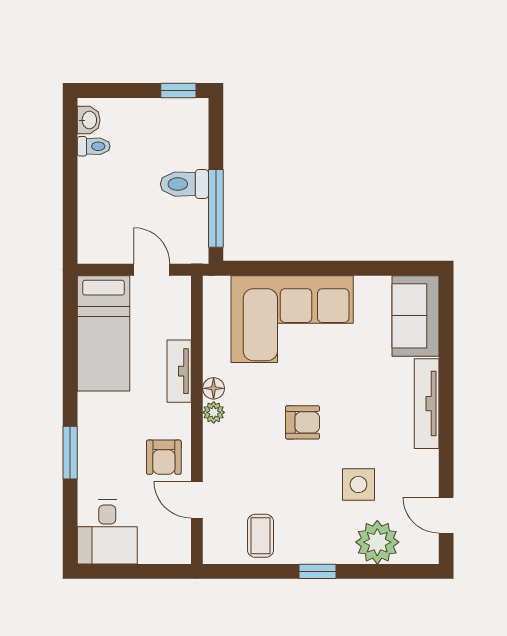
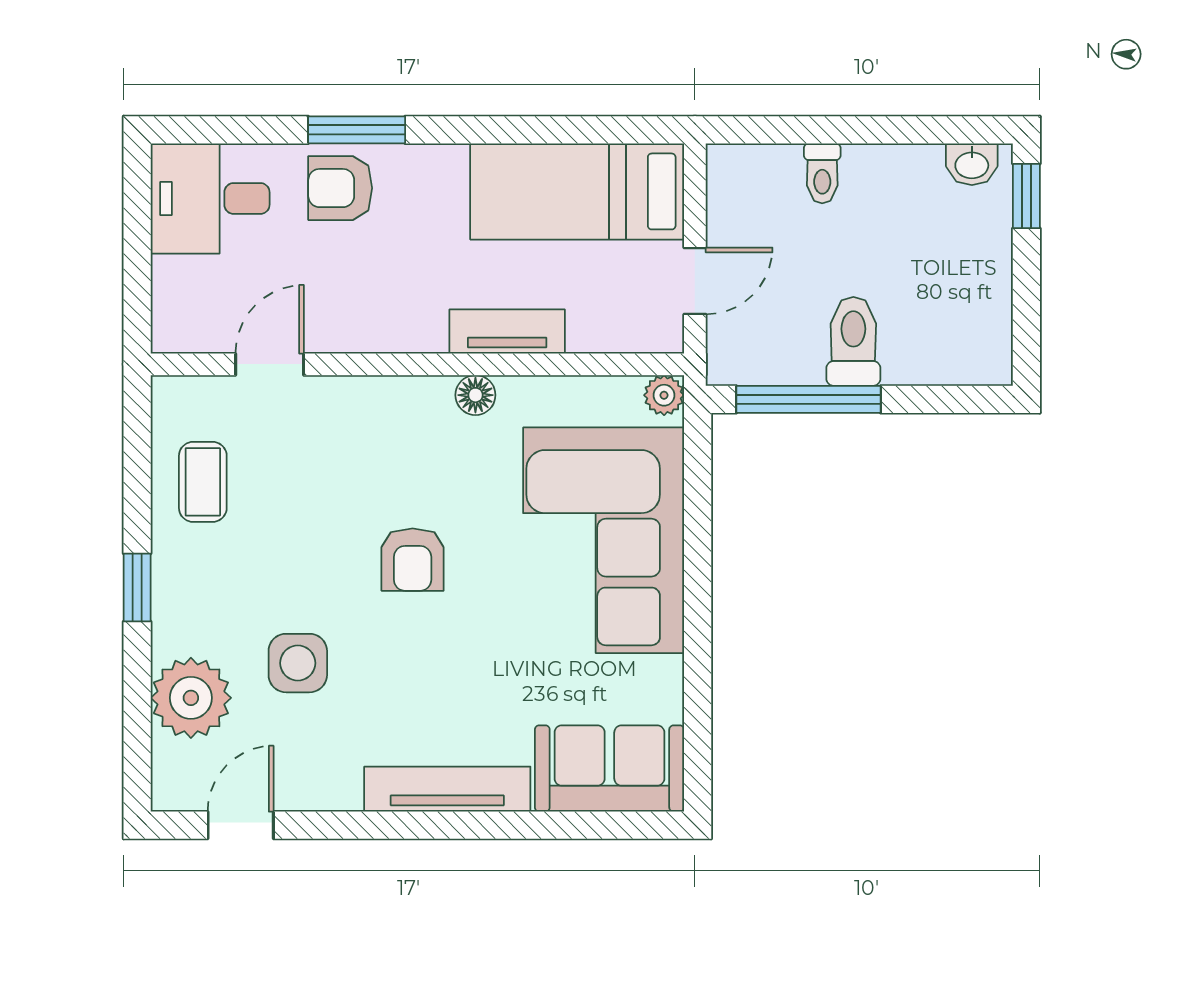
window: (178, 90) -> (1026, 196), moved
toilet: (94, 146) -> (822, 173), moved
plant: (214, 412) -> (664, 395), moved
armchair: (164, 457) -> (340, 188), moved
coffee table: (261, 536) -> (203, 482), turned 90

